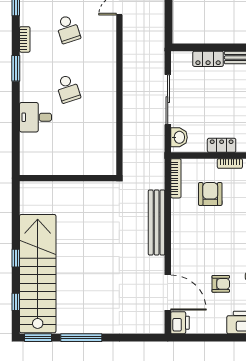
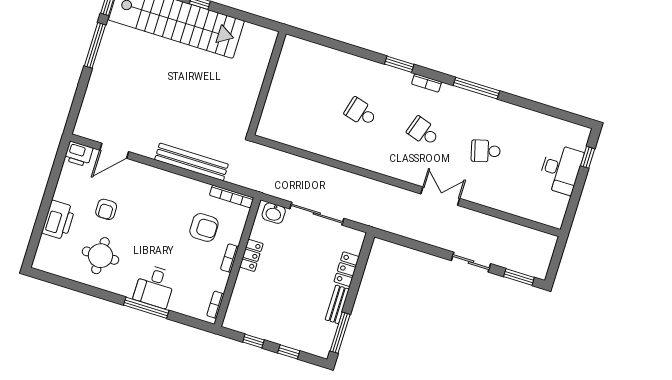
school desk: (68, 29) -> (423, 132), turned 36
school desk: (68, 89) -> (361, 112), turned 33
desk: (35, 117) -> (341, 69), removed
door: (168, 293) -> (114, 151), width x0.73

